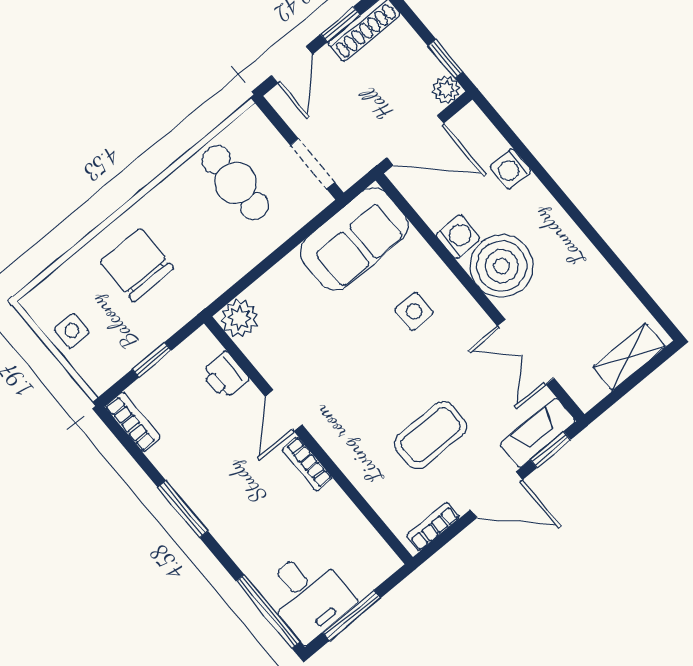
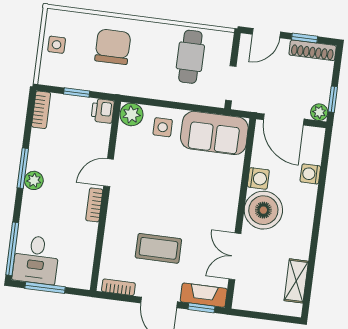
side table: (414, 311) -> (163, 127), moved
shelving: (629, 357) -> (296, 281), moved, turned 90
printer: (225, 375) -> (103, 111), moved
plant: (210, 509) -> (34, 180), added

